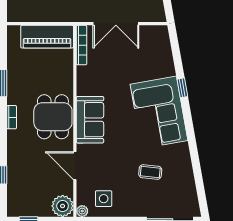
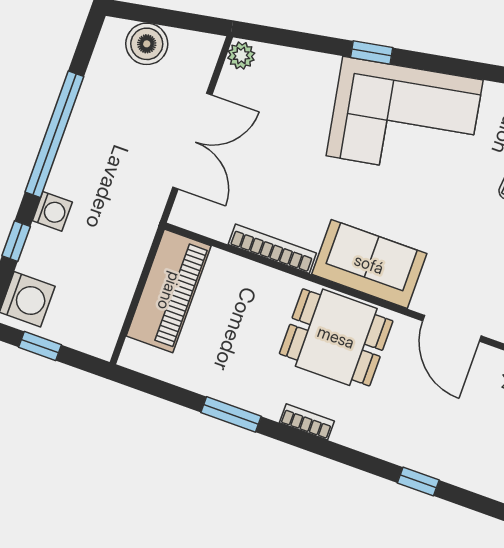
plant: (161, 32) -> (241, 56), added
bookcase: (82, 45) -> (272, 249), moved
door: (75, 166) -> (452, 328), hinge flipped

